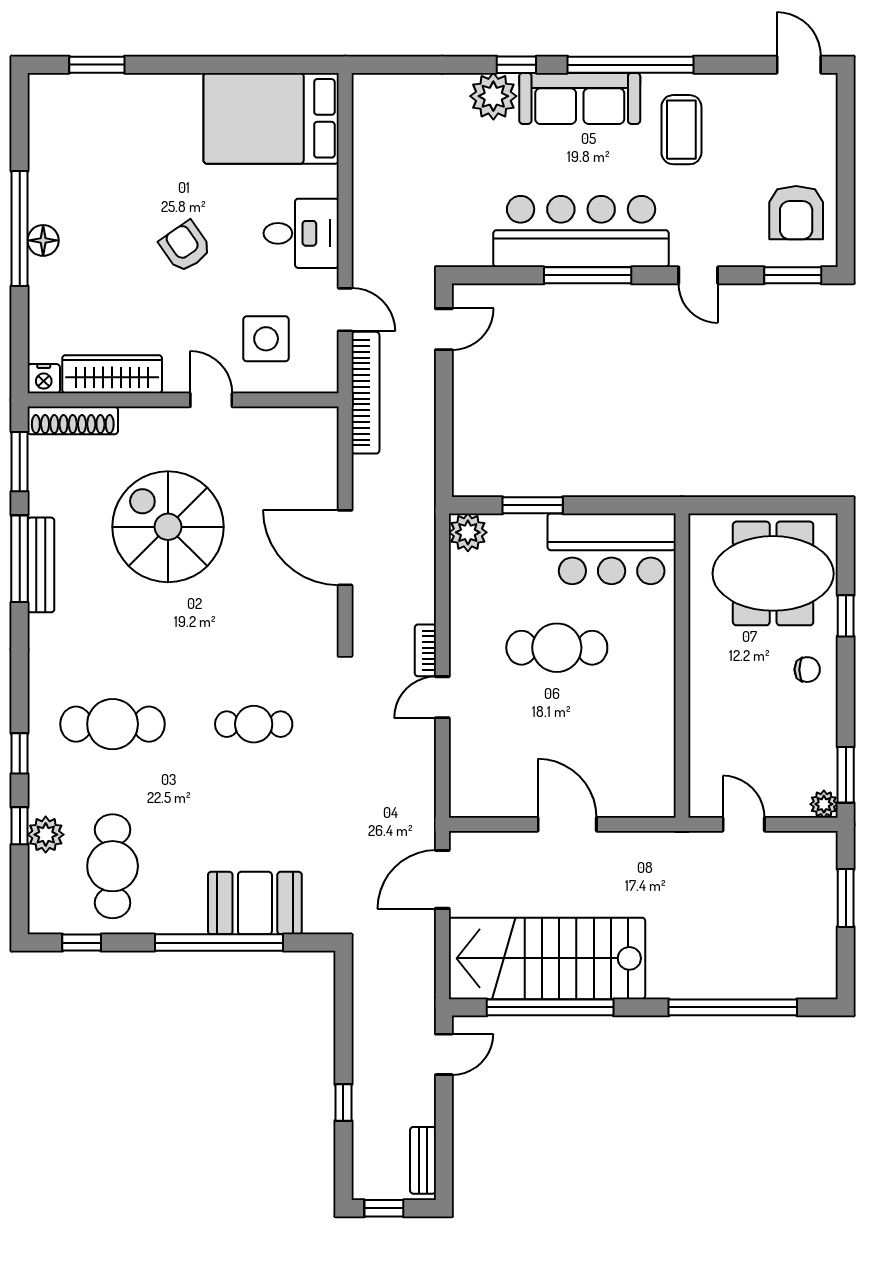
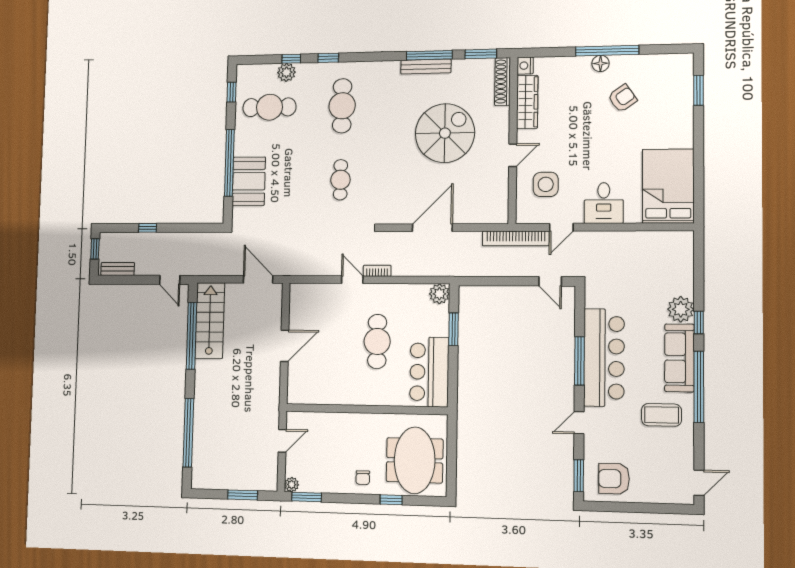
armchair: (185, 247) -> (622, 98), moved
stairs: (547, 958) -> (210, 320), width x0.73, depth x0.66

